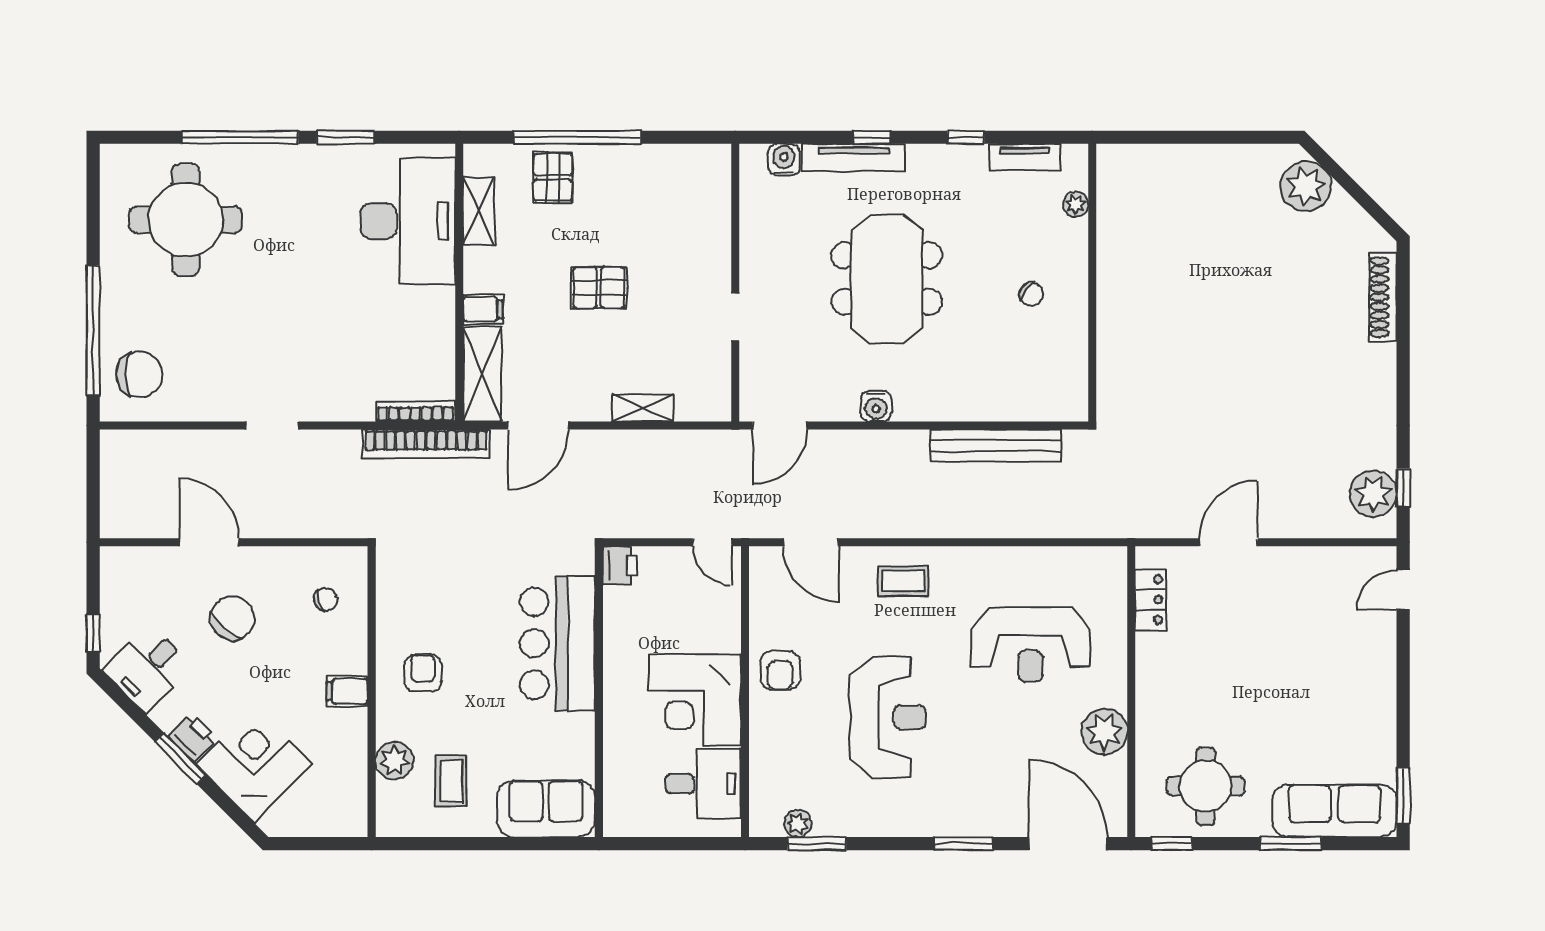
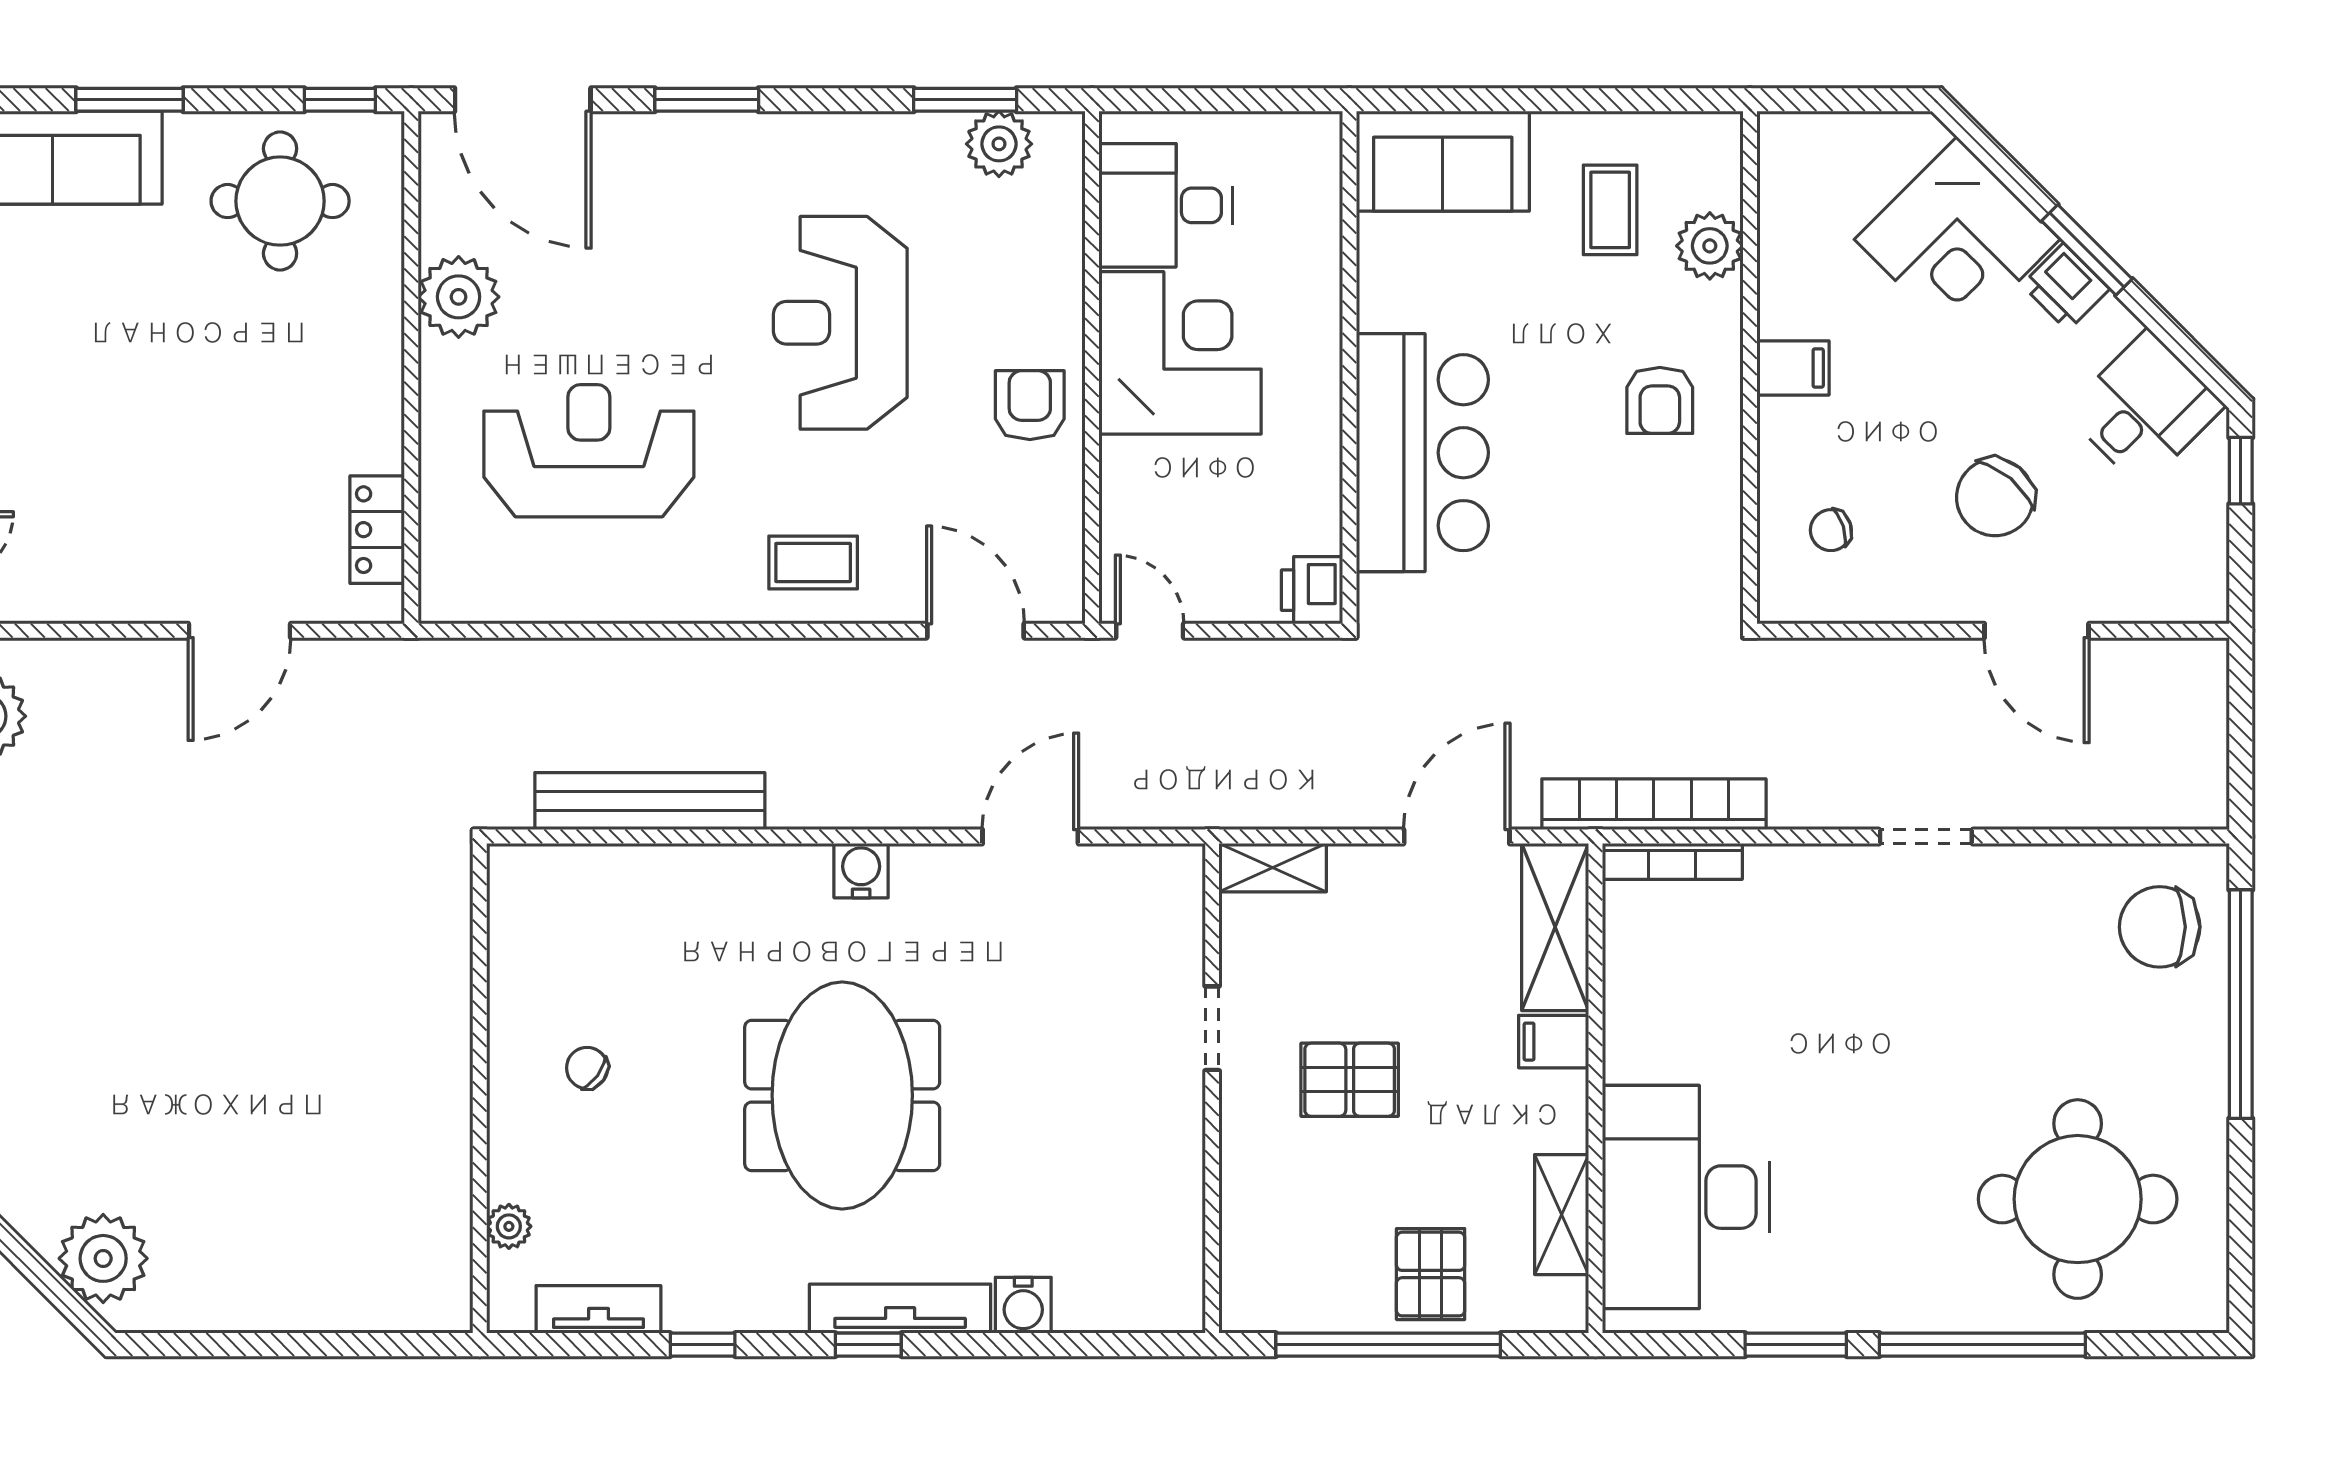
wall: (735, 283) -> (1212, 1088), moved
doorway: (735, 317) -> (1212, 1028), moved
plant: (798, 824) -> (999, 144), width x1.38, depth x1.38

